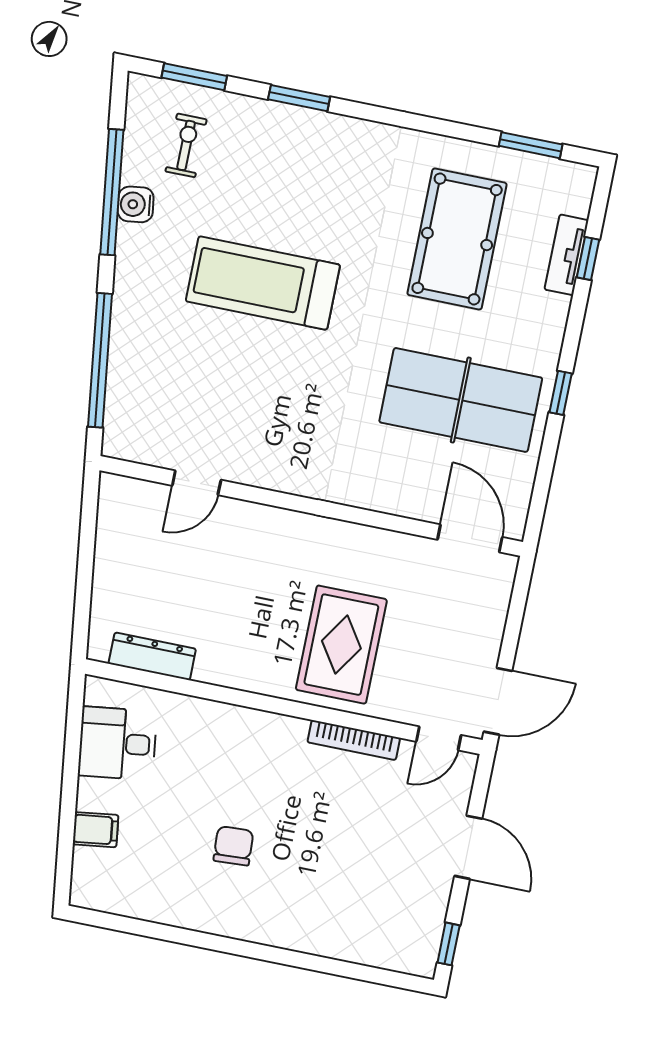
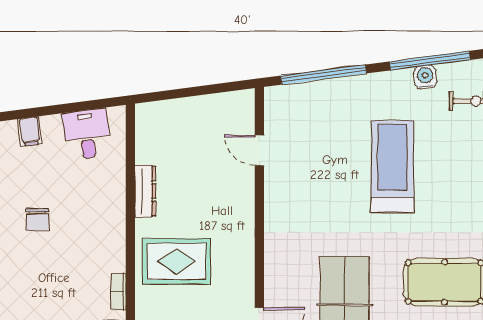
dresser: (152, 656) -> (145, 191), moved
bookcase: (354, 740) -> (119, 292), width x0.64
chair: (233, 846) -> (37, 220), turned 93

